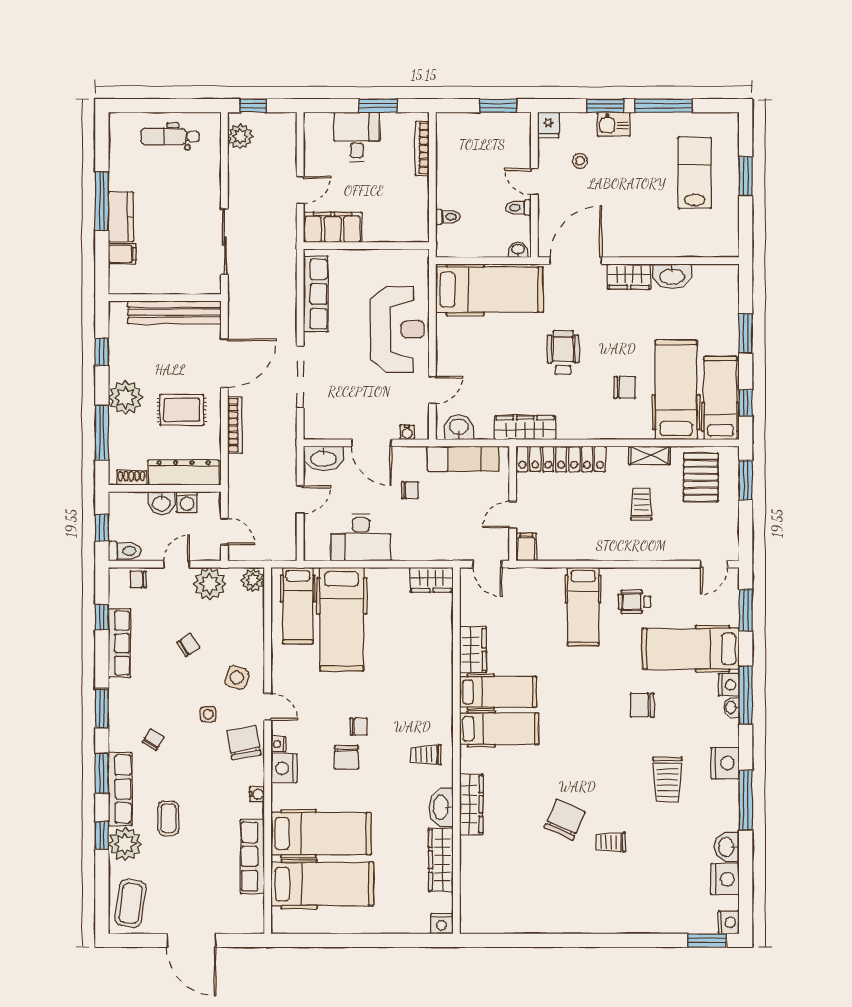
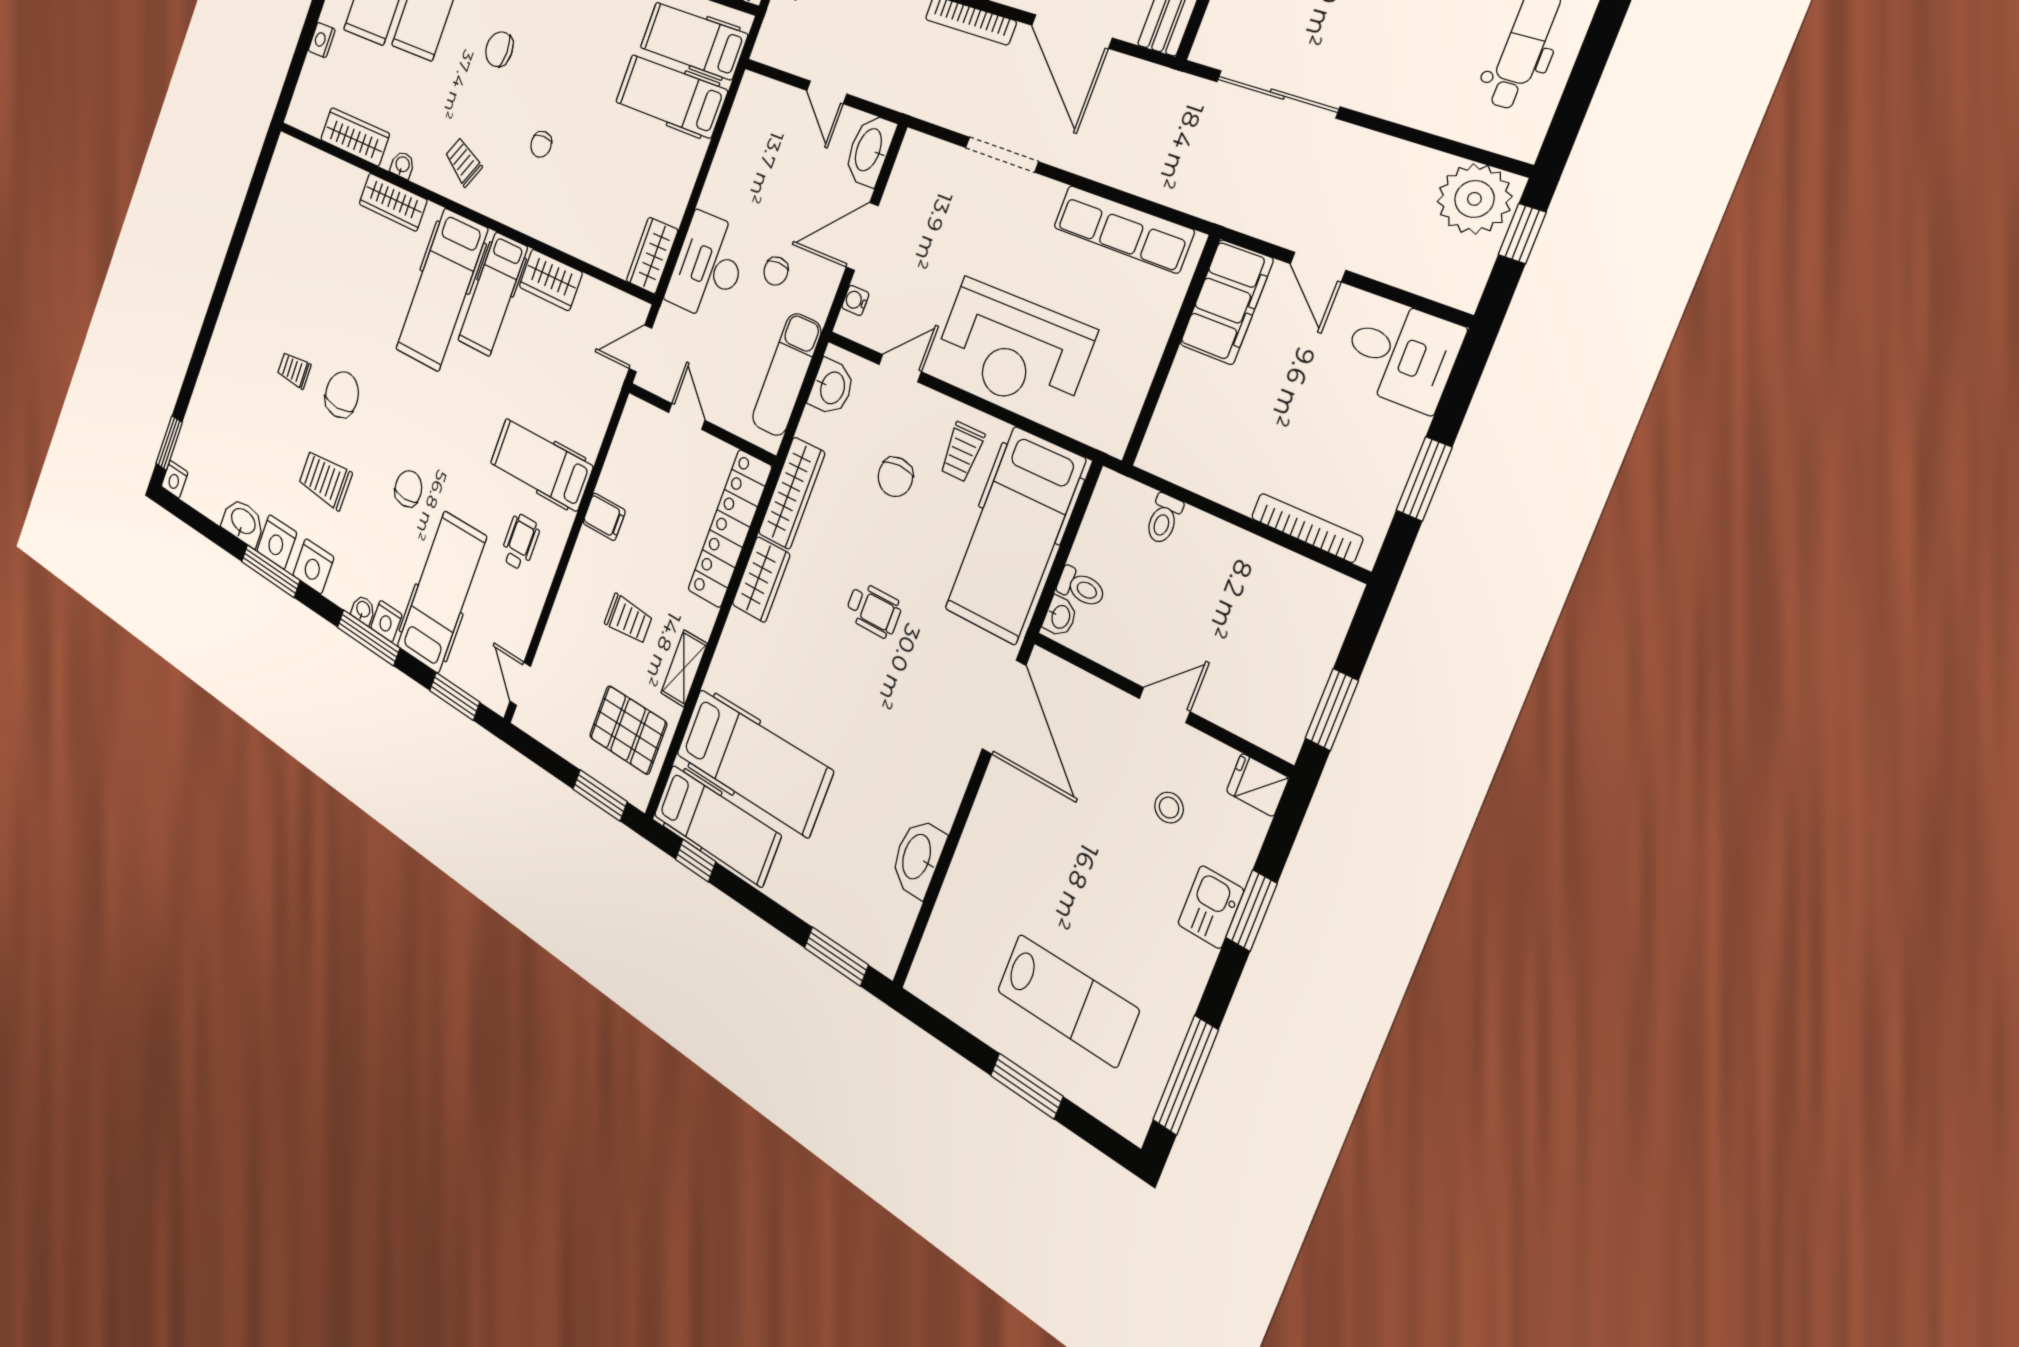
window: (663, 106) -> (1186, 1075), moved
plant: (240, 136) -> (1474, 199), width x1.36, depth x1.36
desk: (357, 137) -> (1401, 354), moved
toilet: (518, 208) -> (1081, 587), moved, turned 90
wardrobe: (629, 277) -> (761, 579), moved, turned 180
window: (746, 333) -> (836, 956), moved
trolley: (461, 336) -> (962, 452), added
wheelchair: (563, 352) -> (873, 610), width x0.73, depth x0.73
doorway: (300, 377) -> (1002, 155), width x0.73
chair: (625, 387) -> (895, 477), moved
door: (432, 390) -> (900, 368), swing flipped
desk: (361, 538) -> (708, 266), moved
filing cabinet: (526, 547) -> (604, 517), moved
hospital bed: (342, 619) -> (671, 96), width x0.73, depth x0.78
chair: (359, 727) -> (541, 144), moved
hospital bed: (499, 729) -> (442, 289), width x1.37, depth x1.29
trolley: (426, 755) -> (463, 162), turned -63
washbasin: (441, 807) -> (402, 165), width x0.52, depth x0.69
chair: (565, 820) -> (342, 395), moved, turned -114
trolley: (611, 842) -> (294, 370), turned -91
washbasin: (727, 847) -> (243, 522), width x1.38
nightstand: (725, 879) -> (277, 542), moved
nightstand: (442, 924) -> (322, 40), moved

